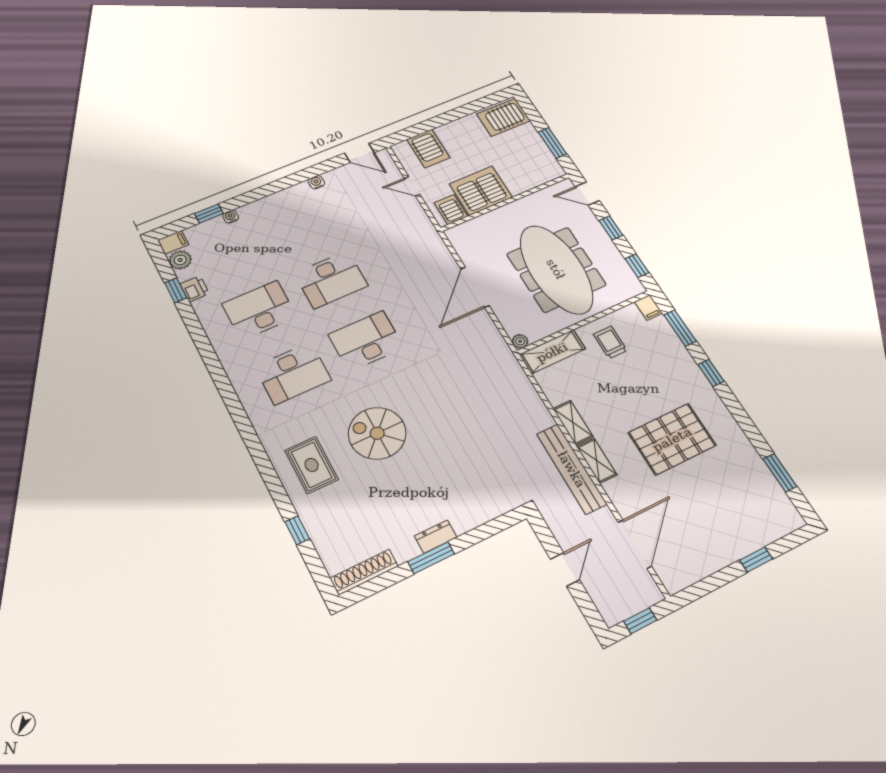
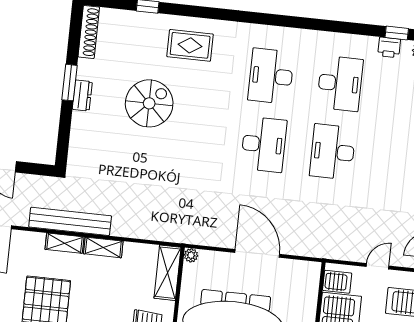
spiral stairs: (377, 433) -> (149, 103), moved

